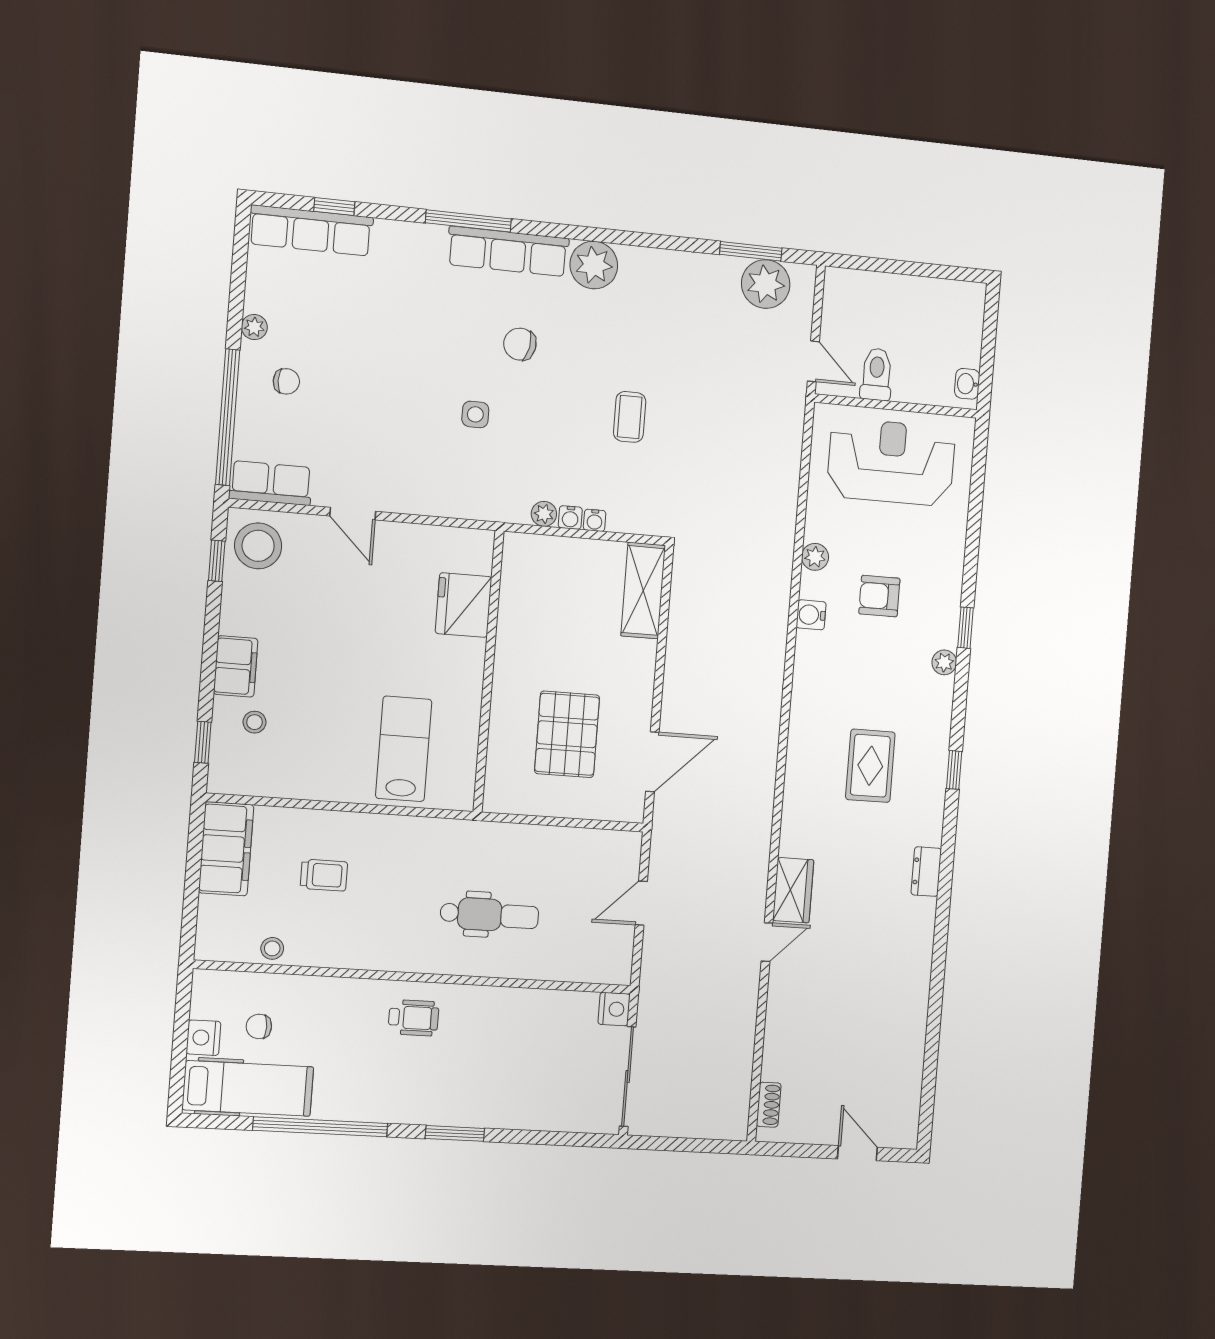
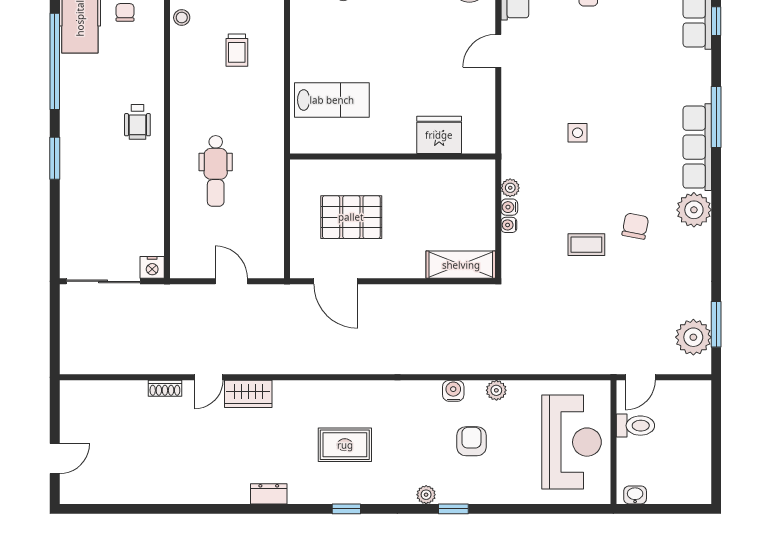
chair: (520, 344) -> (635, 226), moved
door: (767, 942) -> (208, 377), hinge flipped
shoe rack: (769, 1105) -> (165, 388), moved

